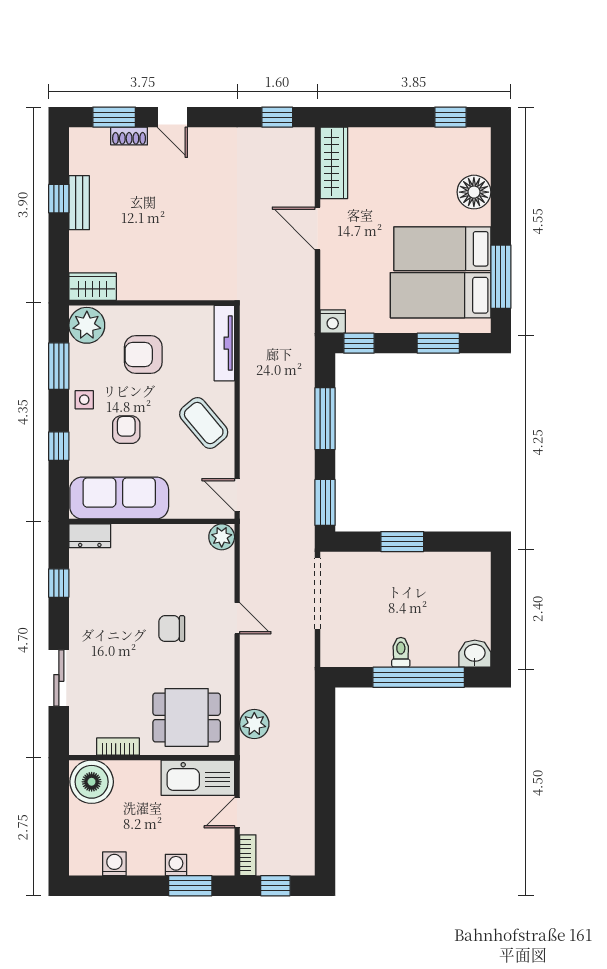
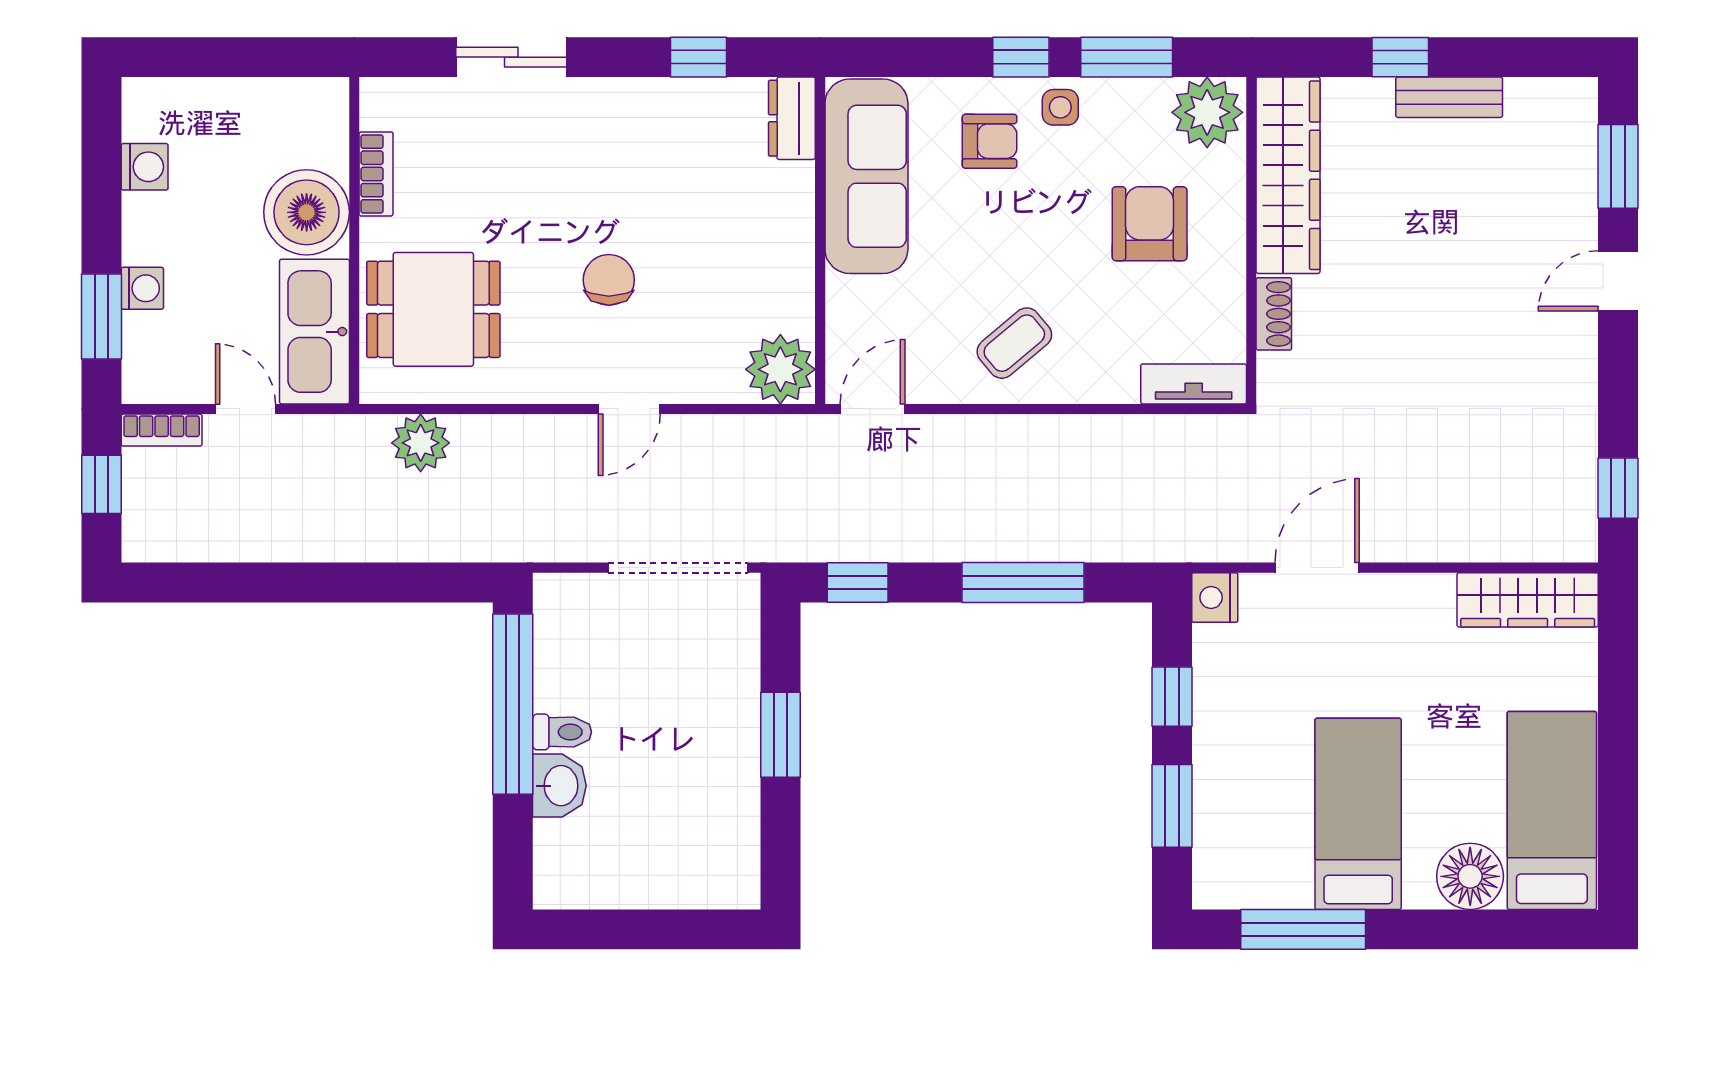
window: (451, 117) -> (1618, 830), removed
shoe rack: (129, 136) -> (1274, 314), moved, turned 180
window: (59, 199) -> (1400, 57), moved
door: (318, 228) -> (1317, 568), moved
wardrobe: (93, 287) -> (1288, 175), width x2.10, depth x1.17
bed: (441, 295) -> (1552, 810), moved
tv unit: (224, 343) -> (1194, 384), width x0.71
window: (359, 343) -> (1172, 697), moved
coffee table: (204, 423) -> (1014, 343), width x0.73, depth x0.77
armchair: (126, 430) -> (990, 141), moved
window: (59, 446) -> (1021, 57), moved
window: (325, 502) -> (858, 582), width x0.67
plant: (222, 537) -> (780, 369), width x1.36, depth x1.36
washbasin: (475, 654) -> (559, 786), moved
window: (419, 677) -> (513, 704), moved
dining table: (187, 717) -> (433, 309), turned 90
boiler: (92, 782) -> (307, 212), moved

